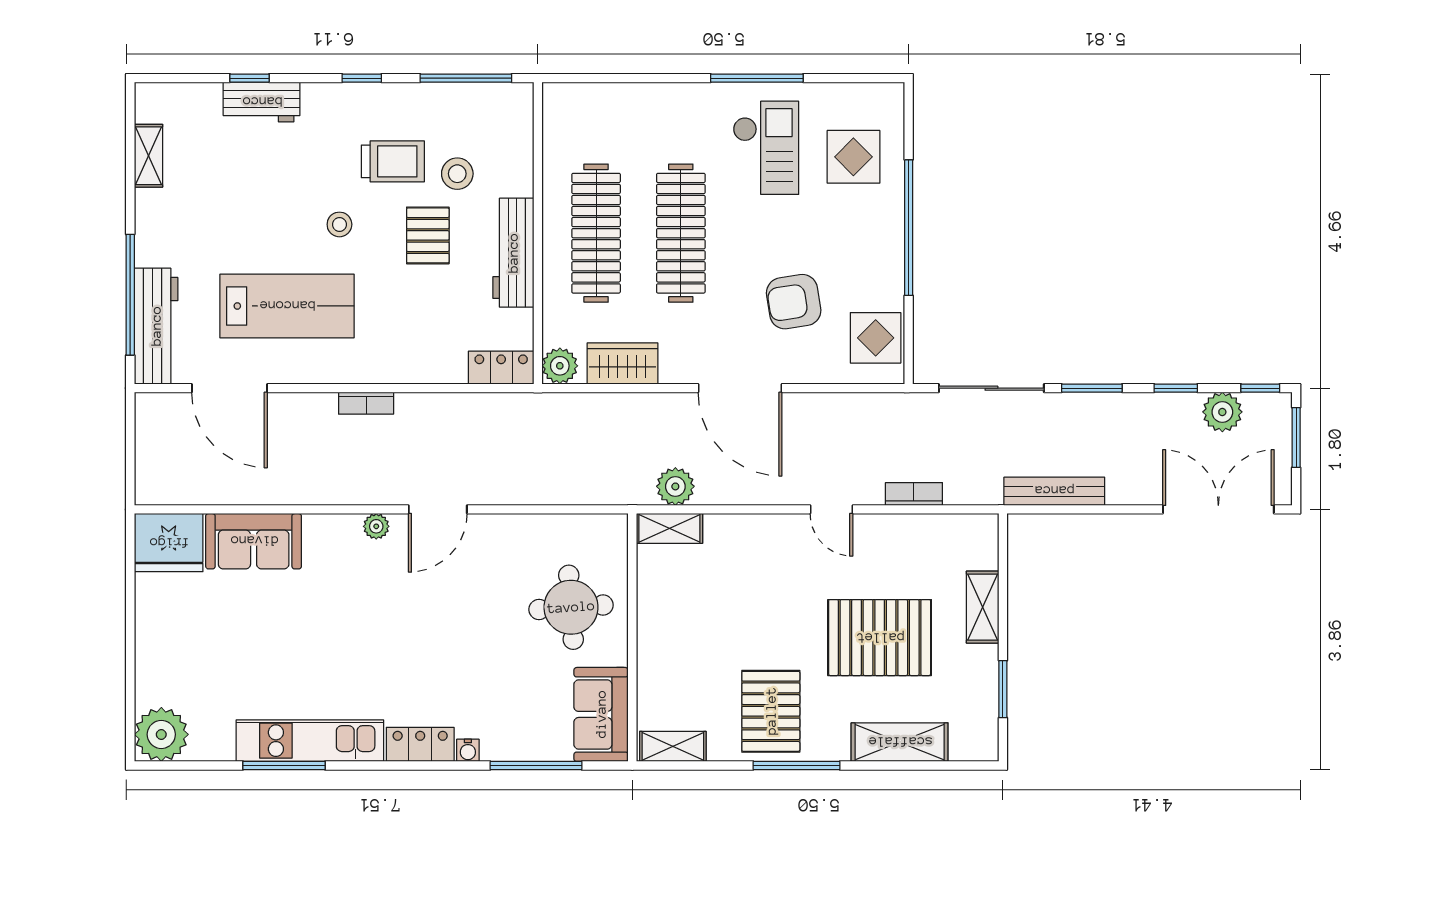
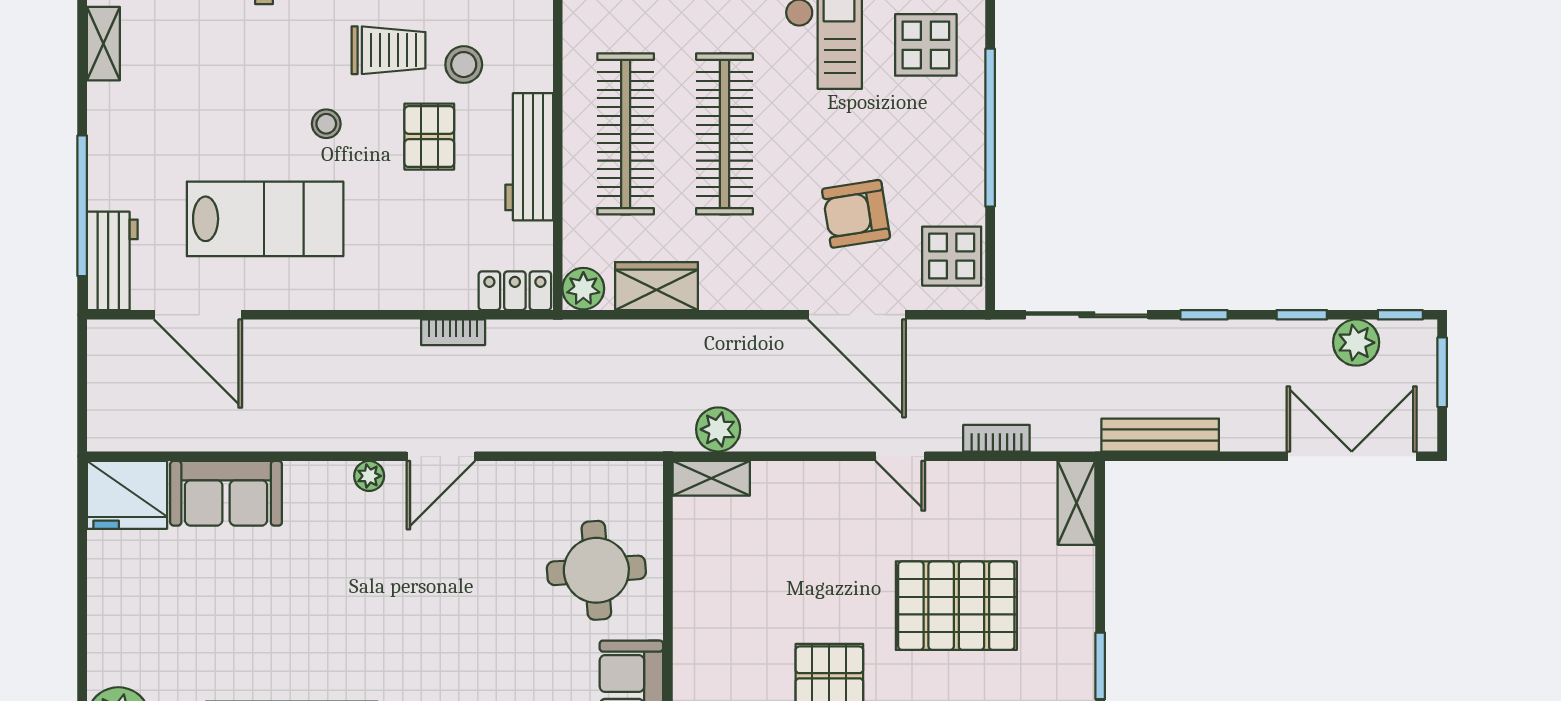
workbench: (156, 326) -> (112, 261), width x0.73
door: (740, 388) -> (857, 315), moved
window: (1092, 388) -> (1204, 315), width x0.67
bookcase: (366, 403) -> (453, 332), moved
shelving: (983, 607) -> (1077, 503), moved

